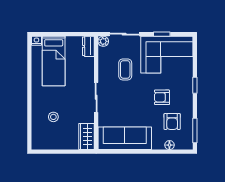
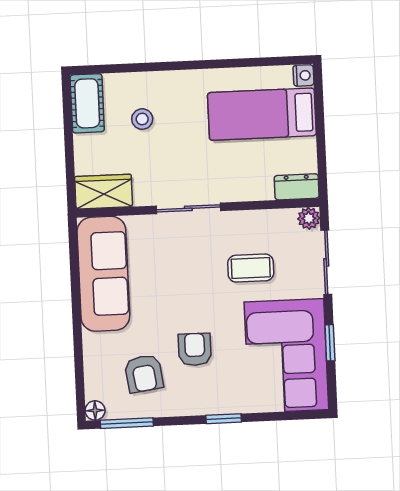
armchair: (172, 122) -> (144, 374), turned -98
cot: (45, 142) -> (87, 103), added
floor lamp: (169, 145) -> (95, 410), moved

